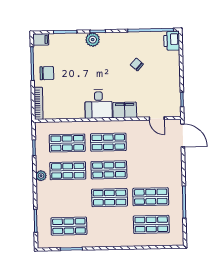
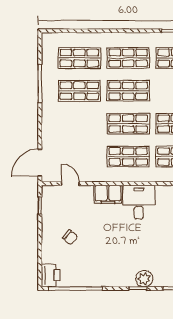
chair: (137, 64) -> (70, 237), moved
door: (183, 135) -> (40, 163), hinge flipped
shop shelf: (110, 225) -> (128, 58), added

